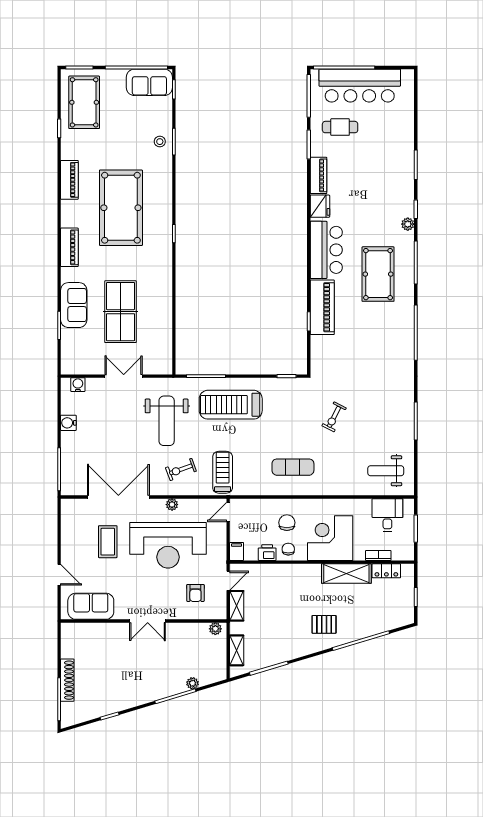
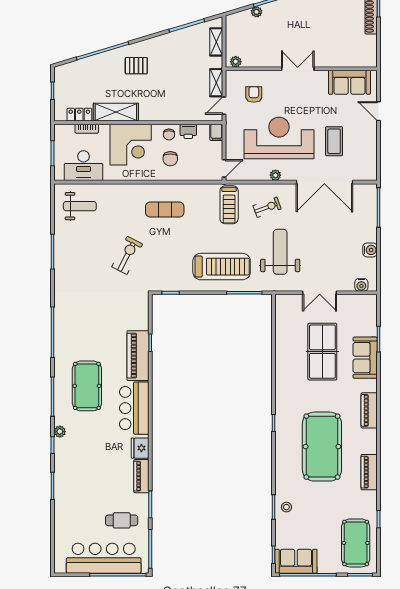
exercise bike: (334, 417) -> (127, 255), width x1.38, depth x1.39
desk: (387, 515) -> (83, 166), width x1.37

